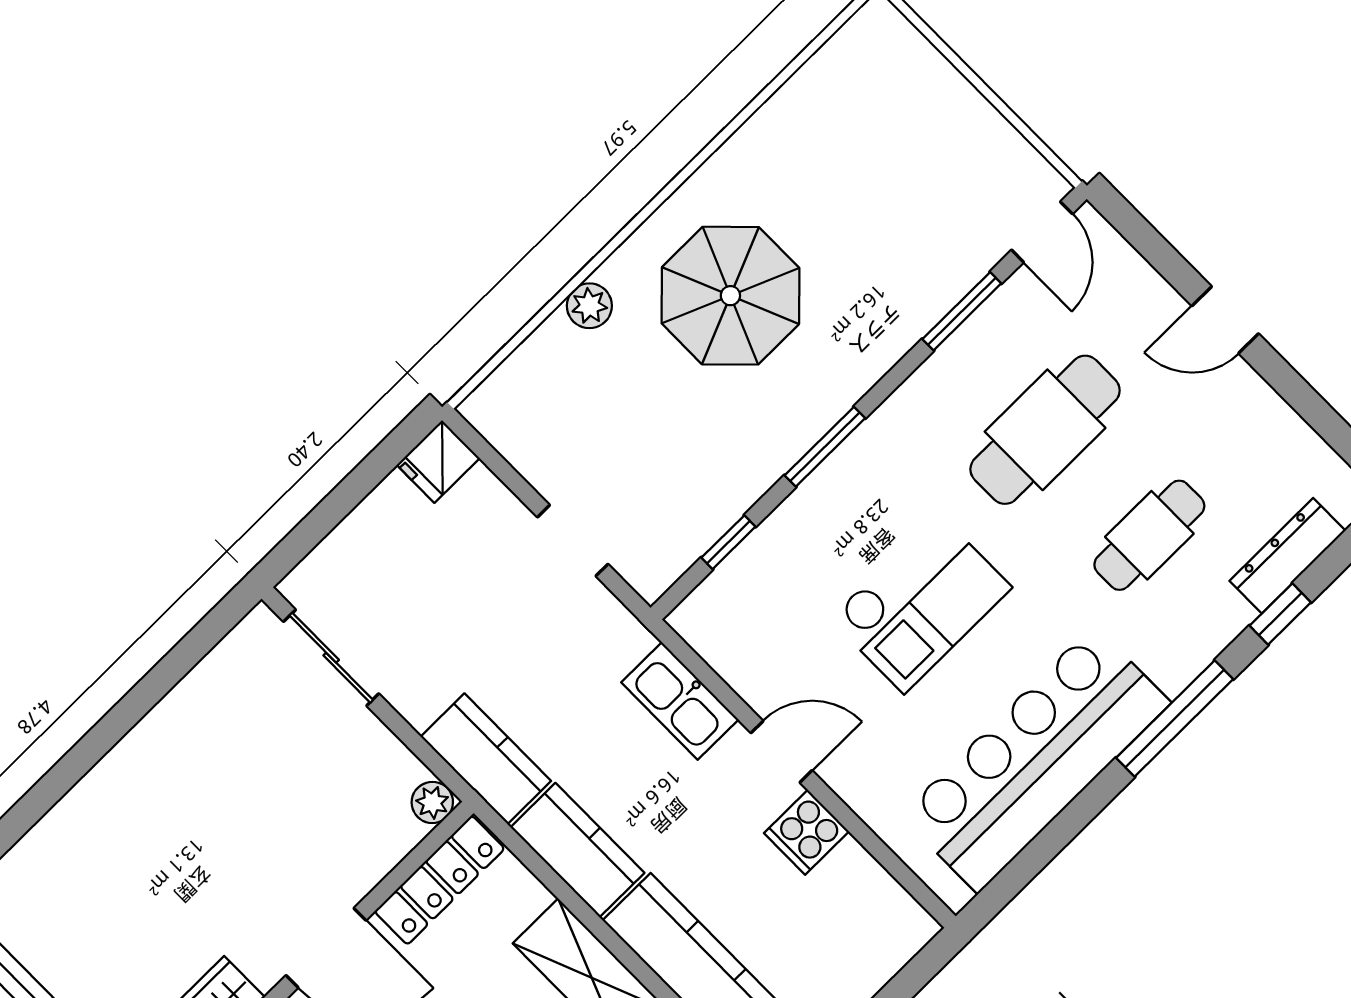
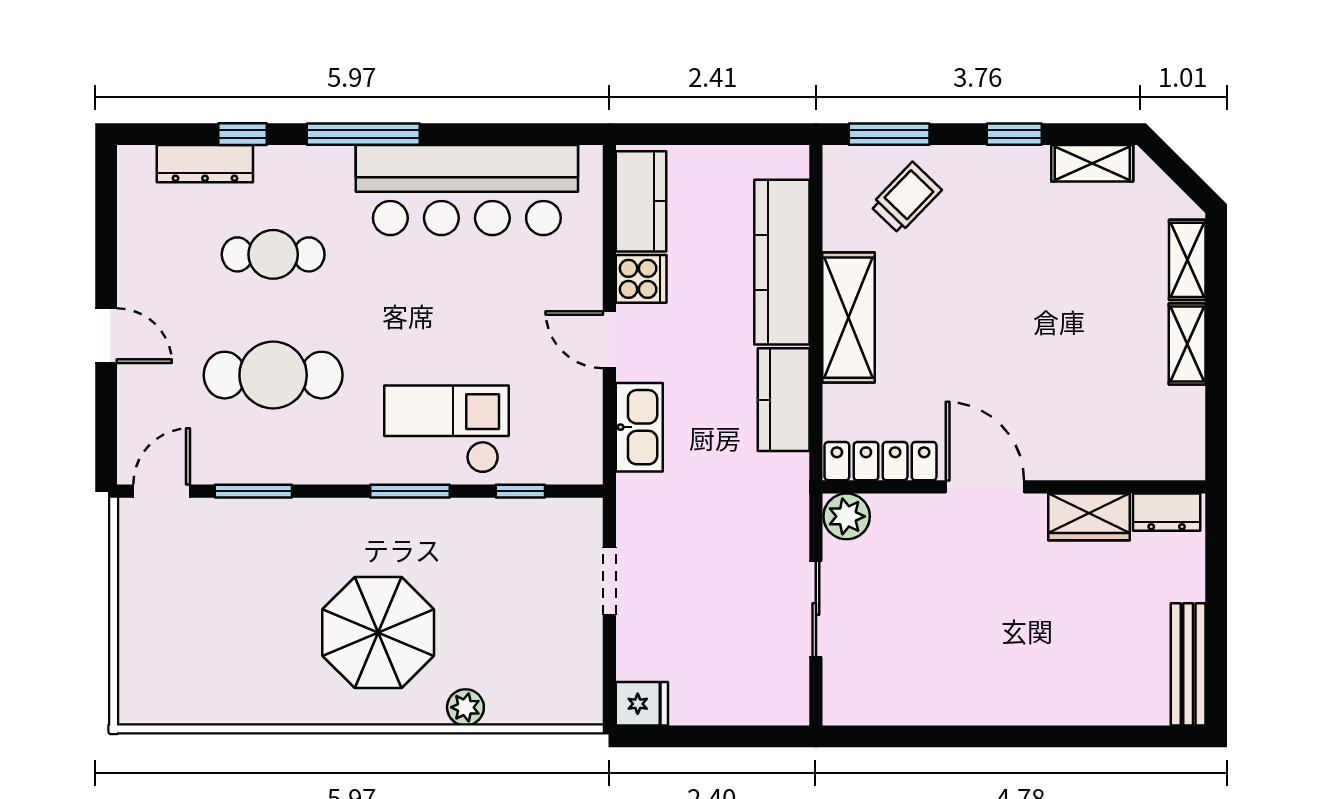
checkout: (921, 603) -> (447, 429), moved
sliding door: (331, 658) -> (816, 609), moved
kitchen counter: (486, 759) -> (641, 201), moved, turned 180
plant: (432, 802) -> (847, 516), width x1.38, depth x1.38

